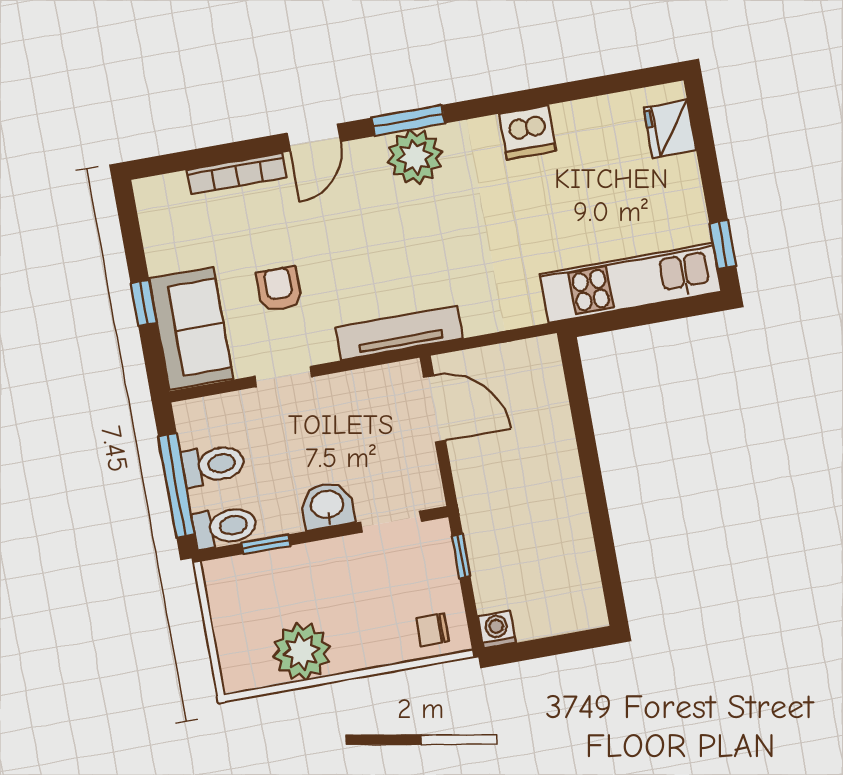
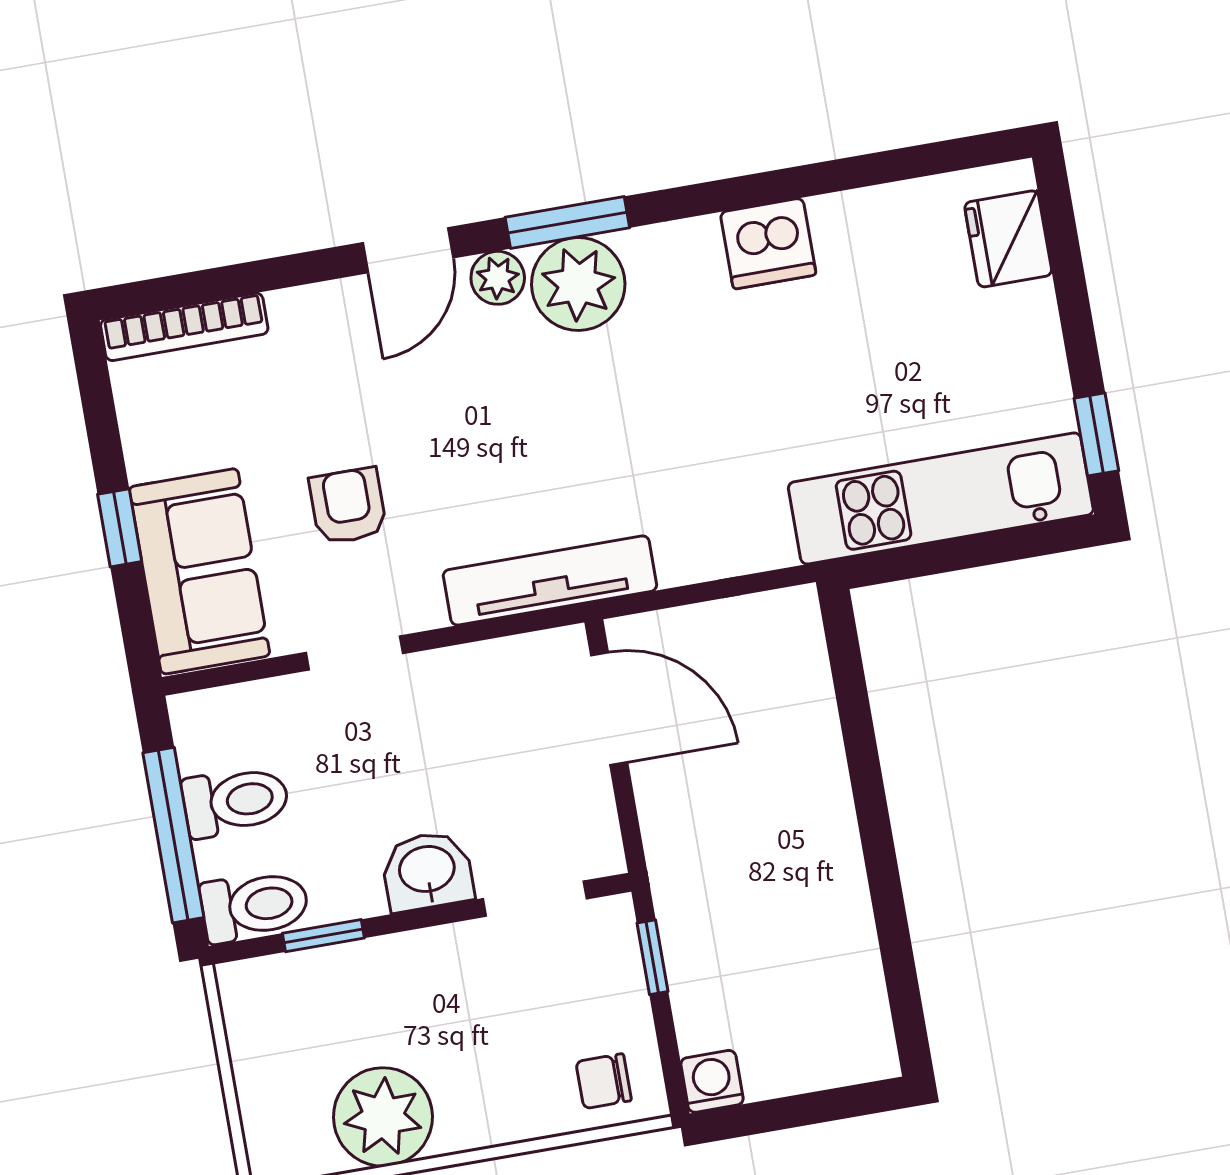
plant: (367, 153) -> (498, 278), added
bookcase: (237, 174) -> (184, 327), moved

